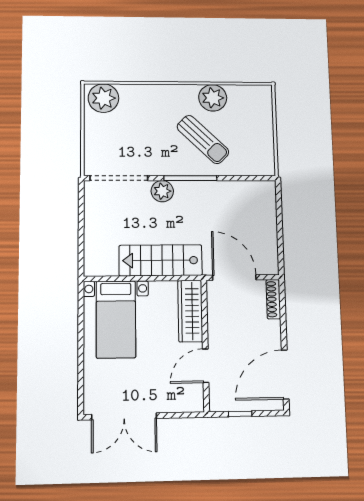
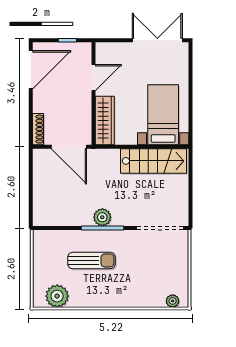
plant: (103, 98) -> (173, 301), width x0.53, depth x0.53
plant: (213, 98) -> (57, 296), moved
sun lounger: (203, 139) -> (92, 260), turned 136
plant: (162, 191) -> (102, 217), moved
stairs: (161, 260) -> (153, 161), moved

